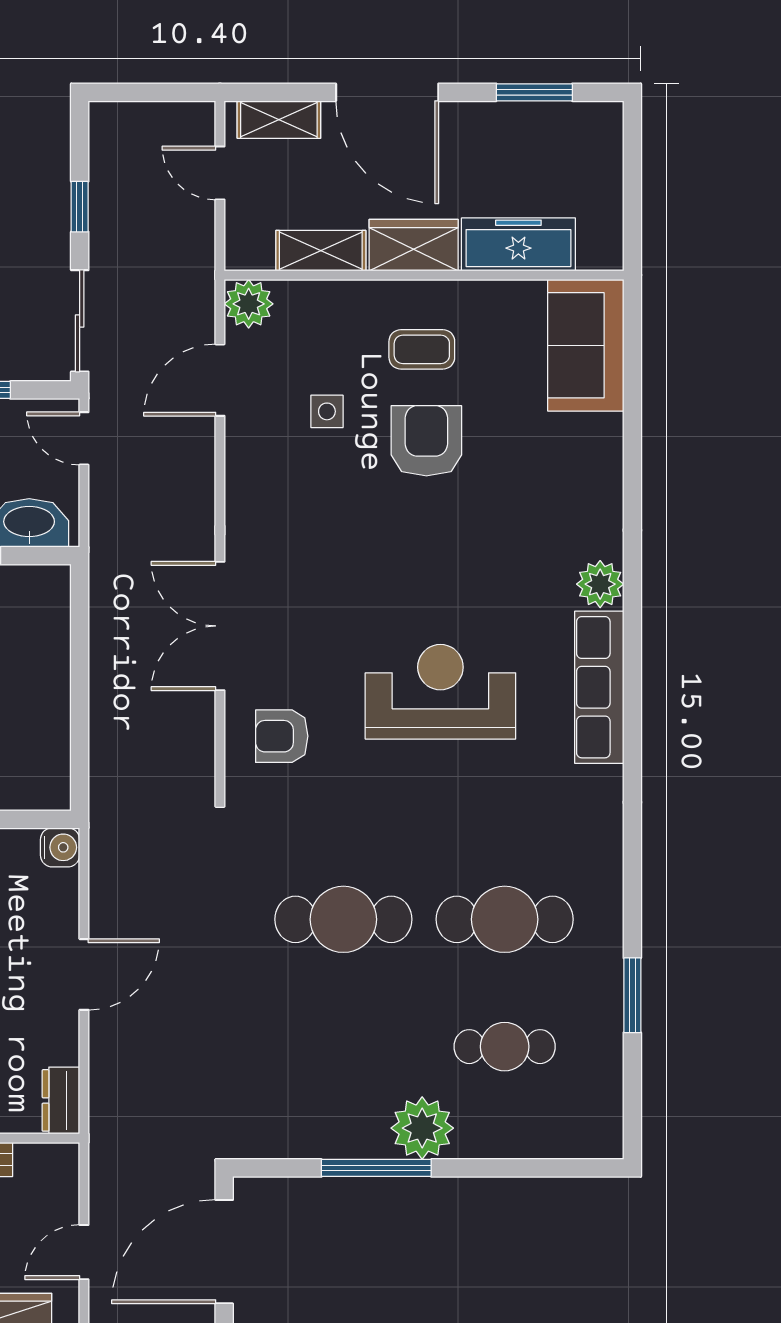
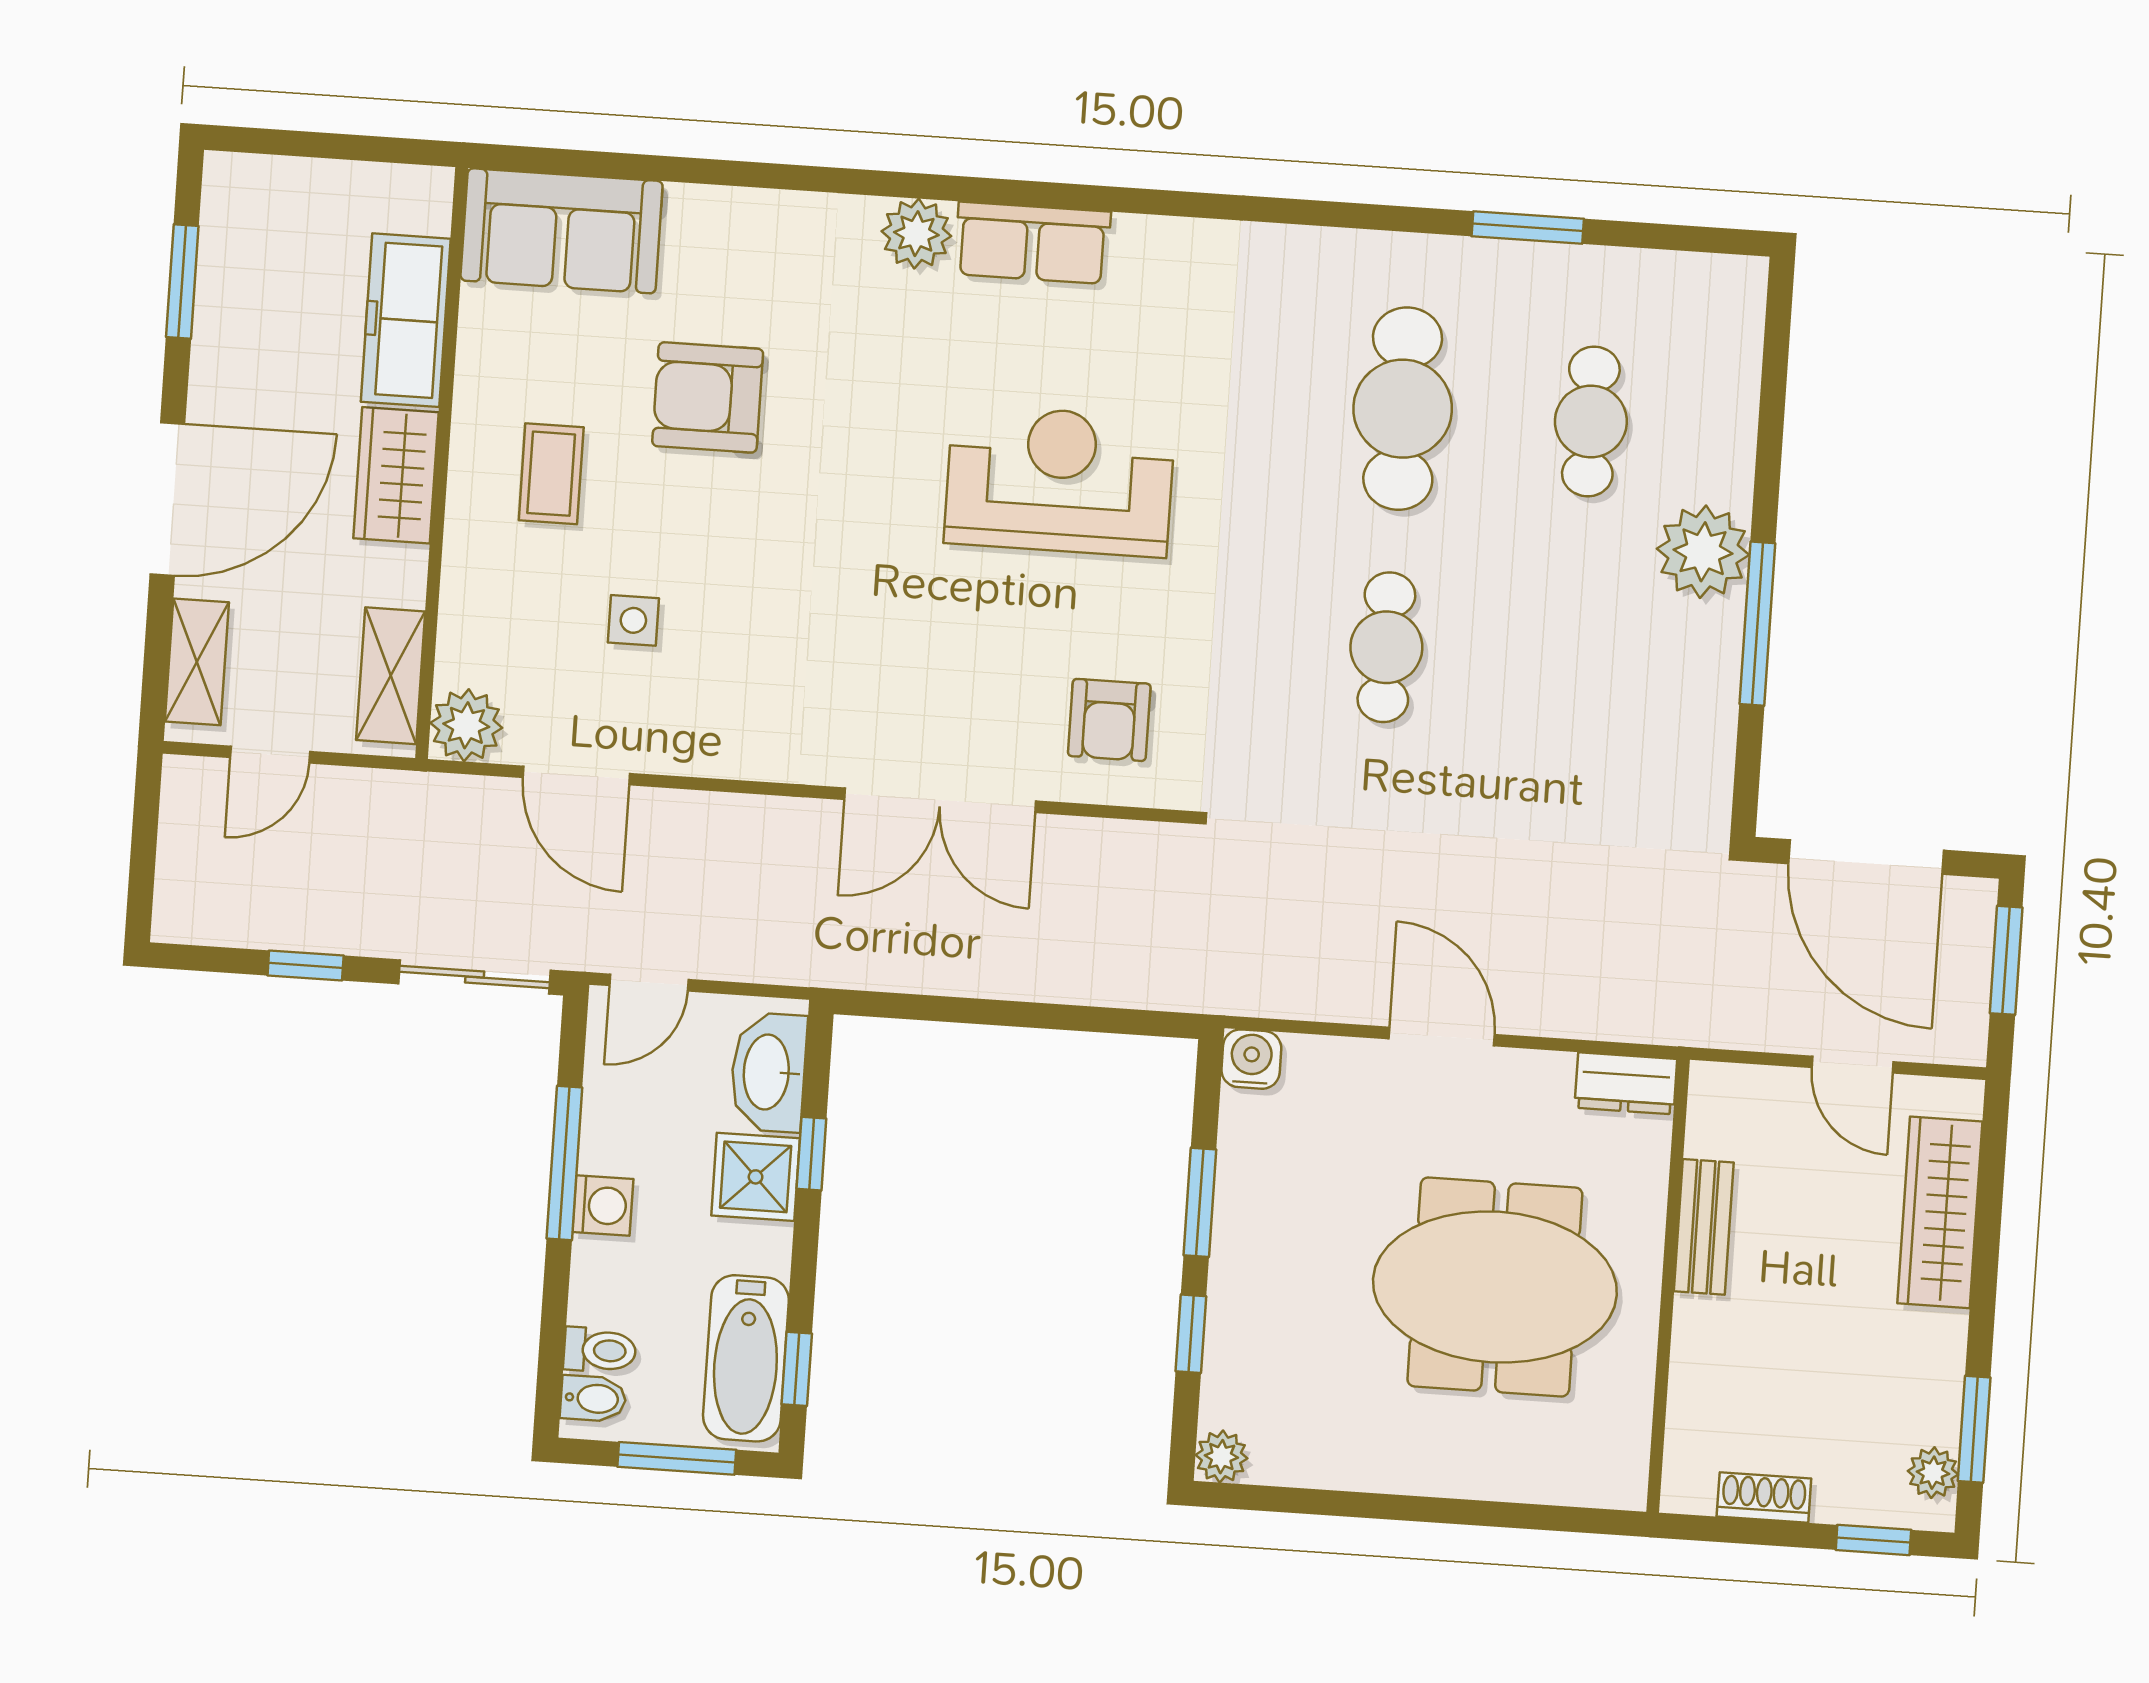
shelving: (321, 251) -> (391, 676), moved
armchair: (426, 441) -> (708, 397), moved
row of seats: (599, 687) -> (1032, 243), width x0.68
reception desk: (440, 692) -> (1060, 481), turned 90
cafe table: (343, 919) -> (1386, 647), width x0.73, depth x0.74

